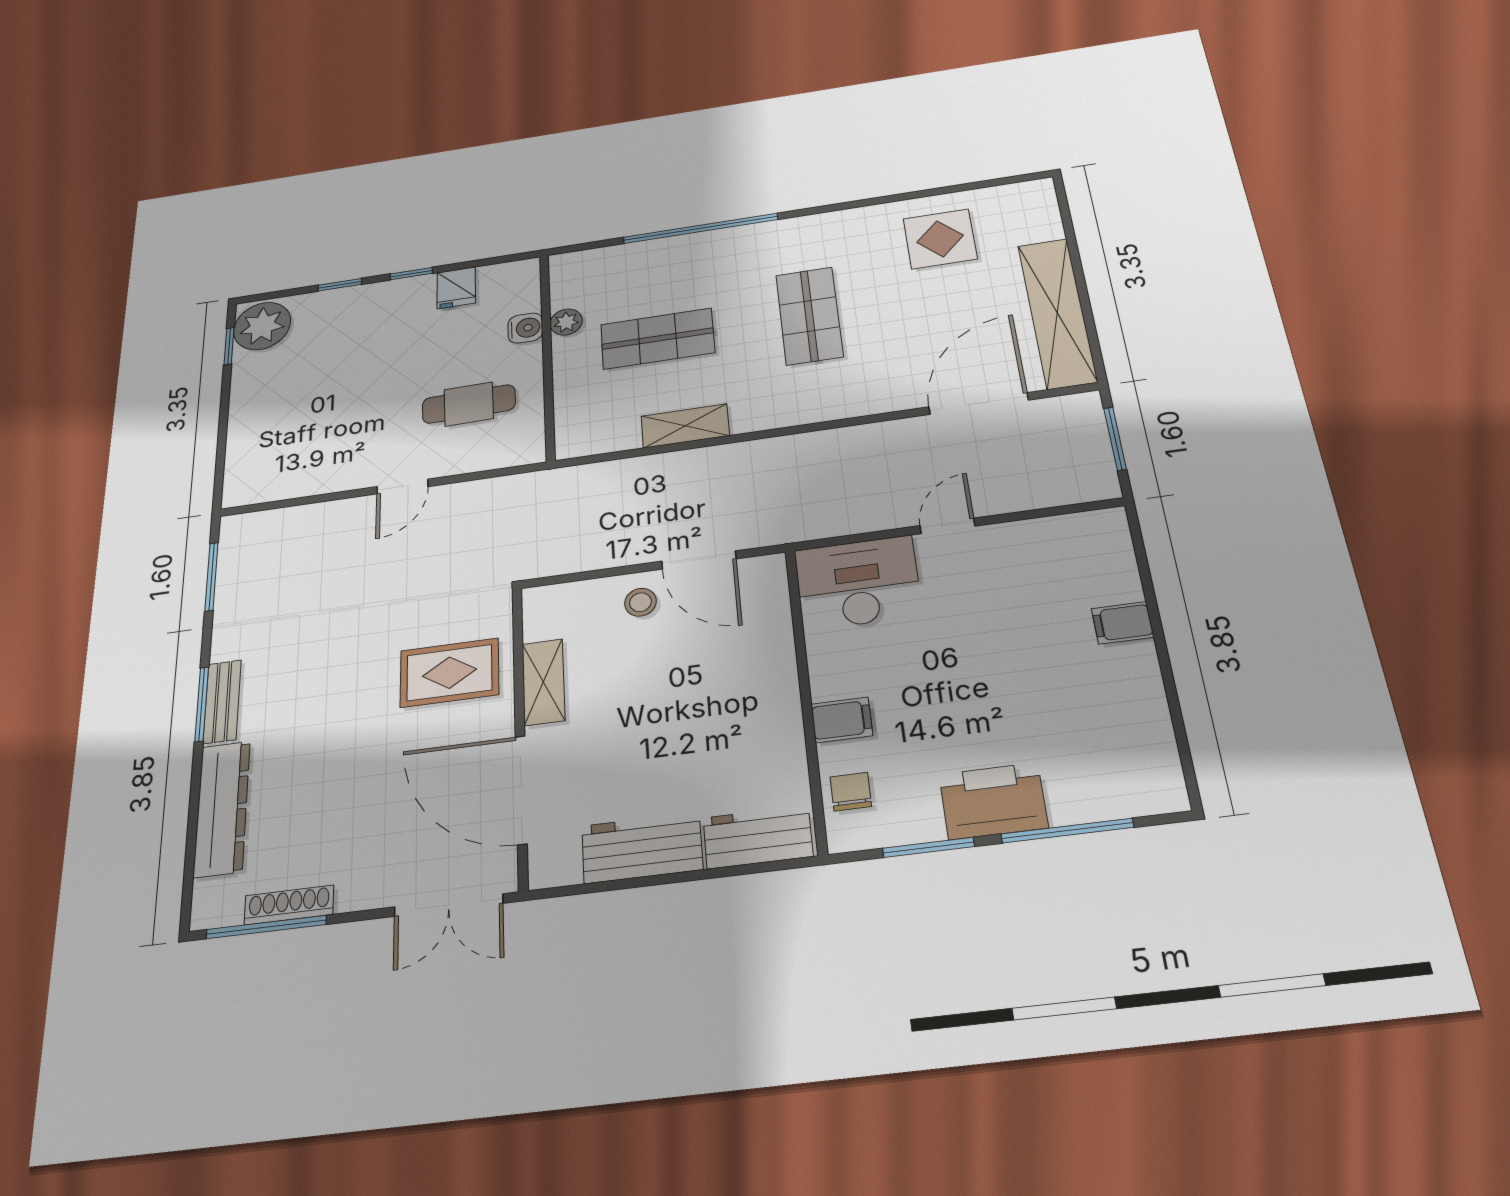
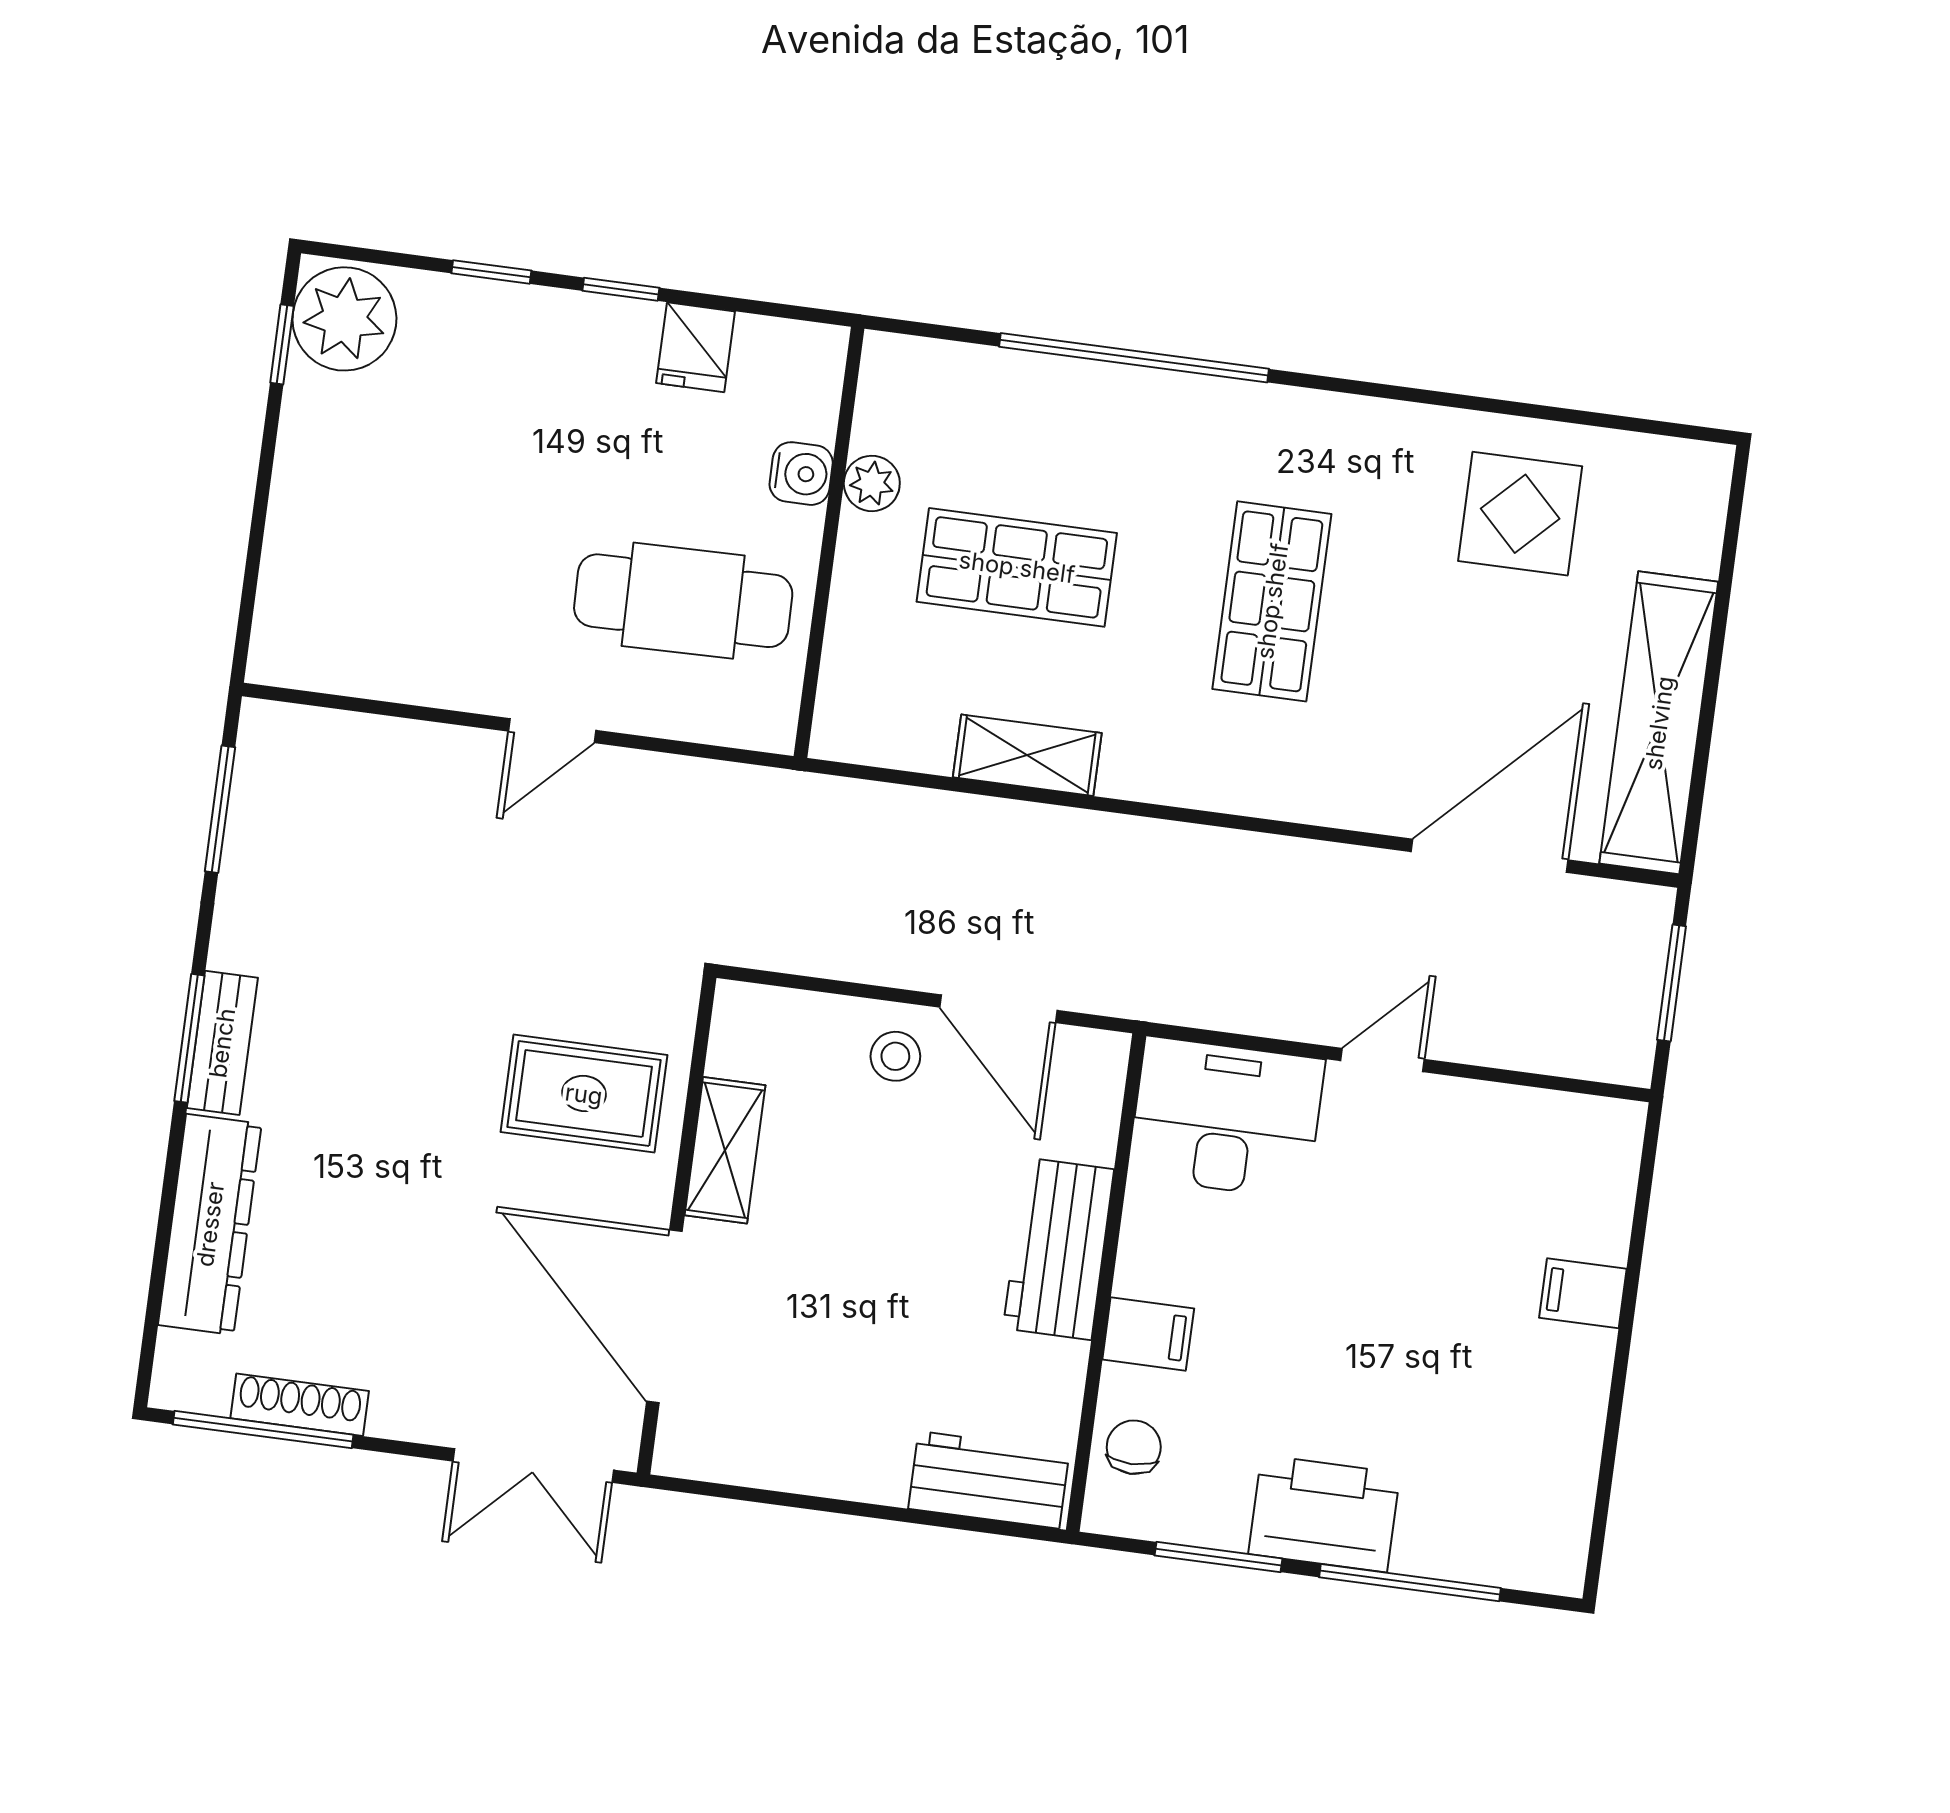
cafe table: (469, 404) -> (683, 601), width x1.37, depth x1.35
workbench: (642, 848) -> (1058, 1249), moved, turned -90

